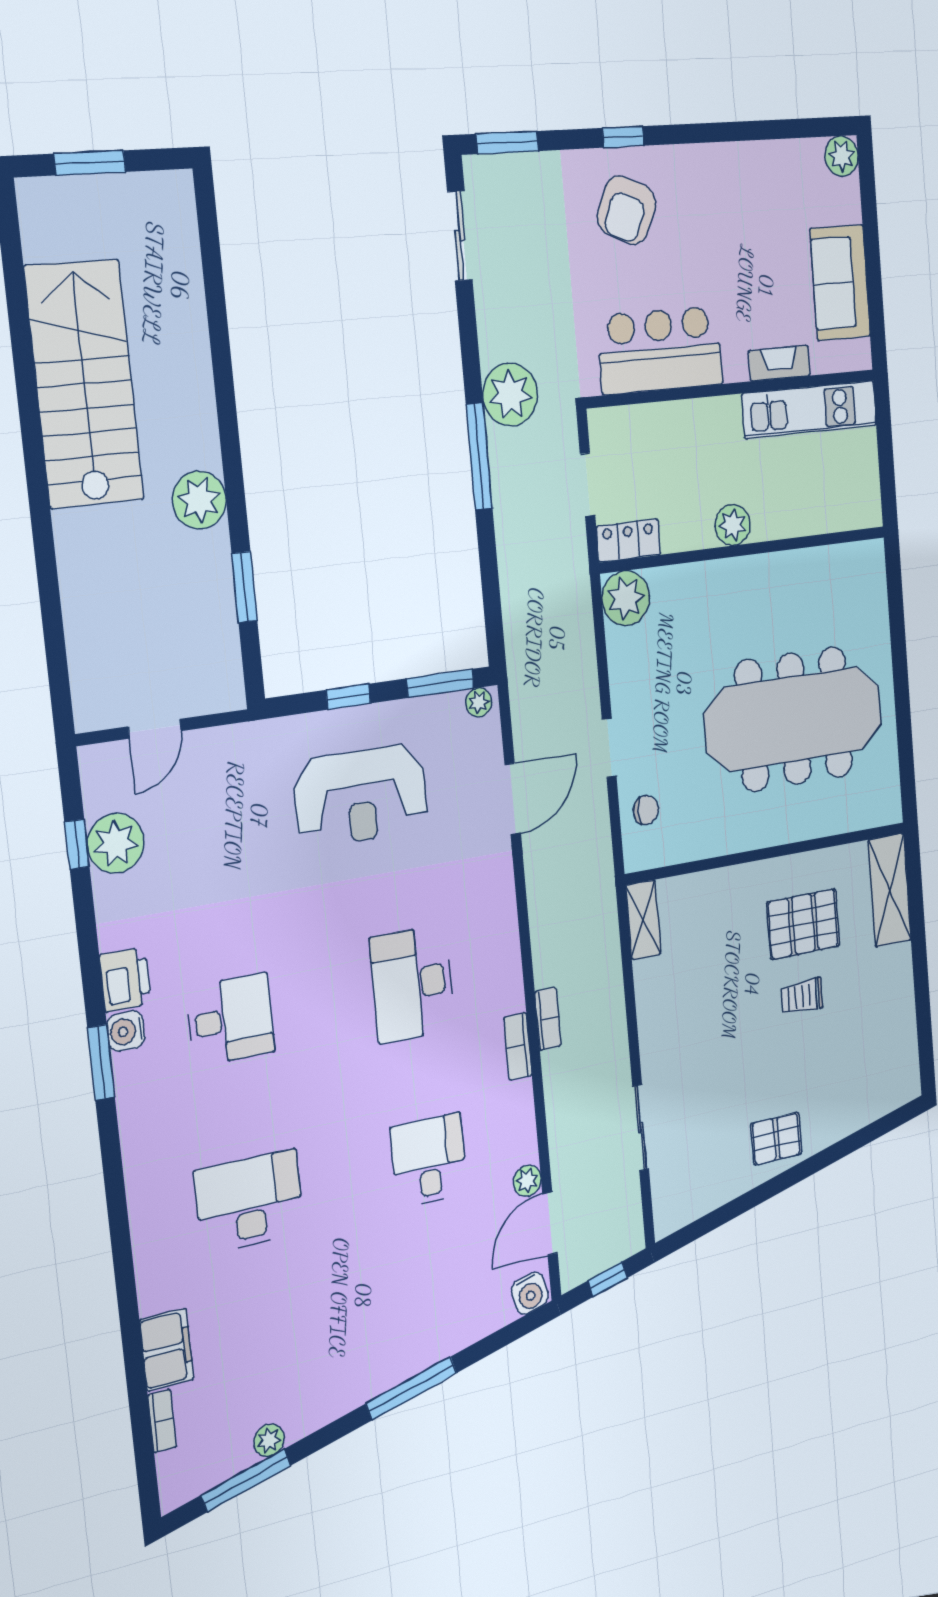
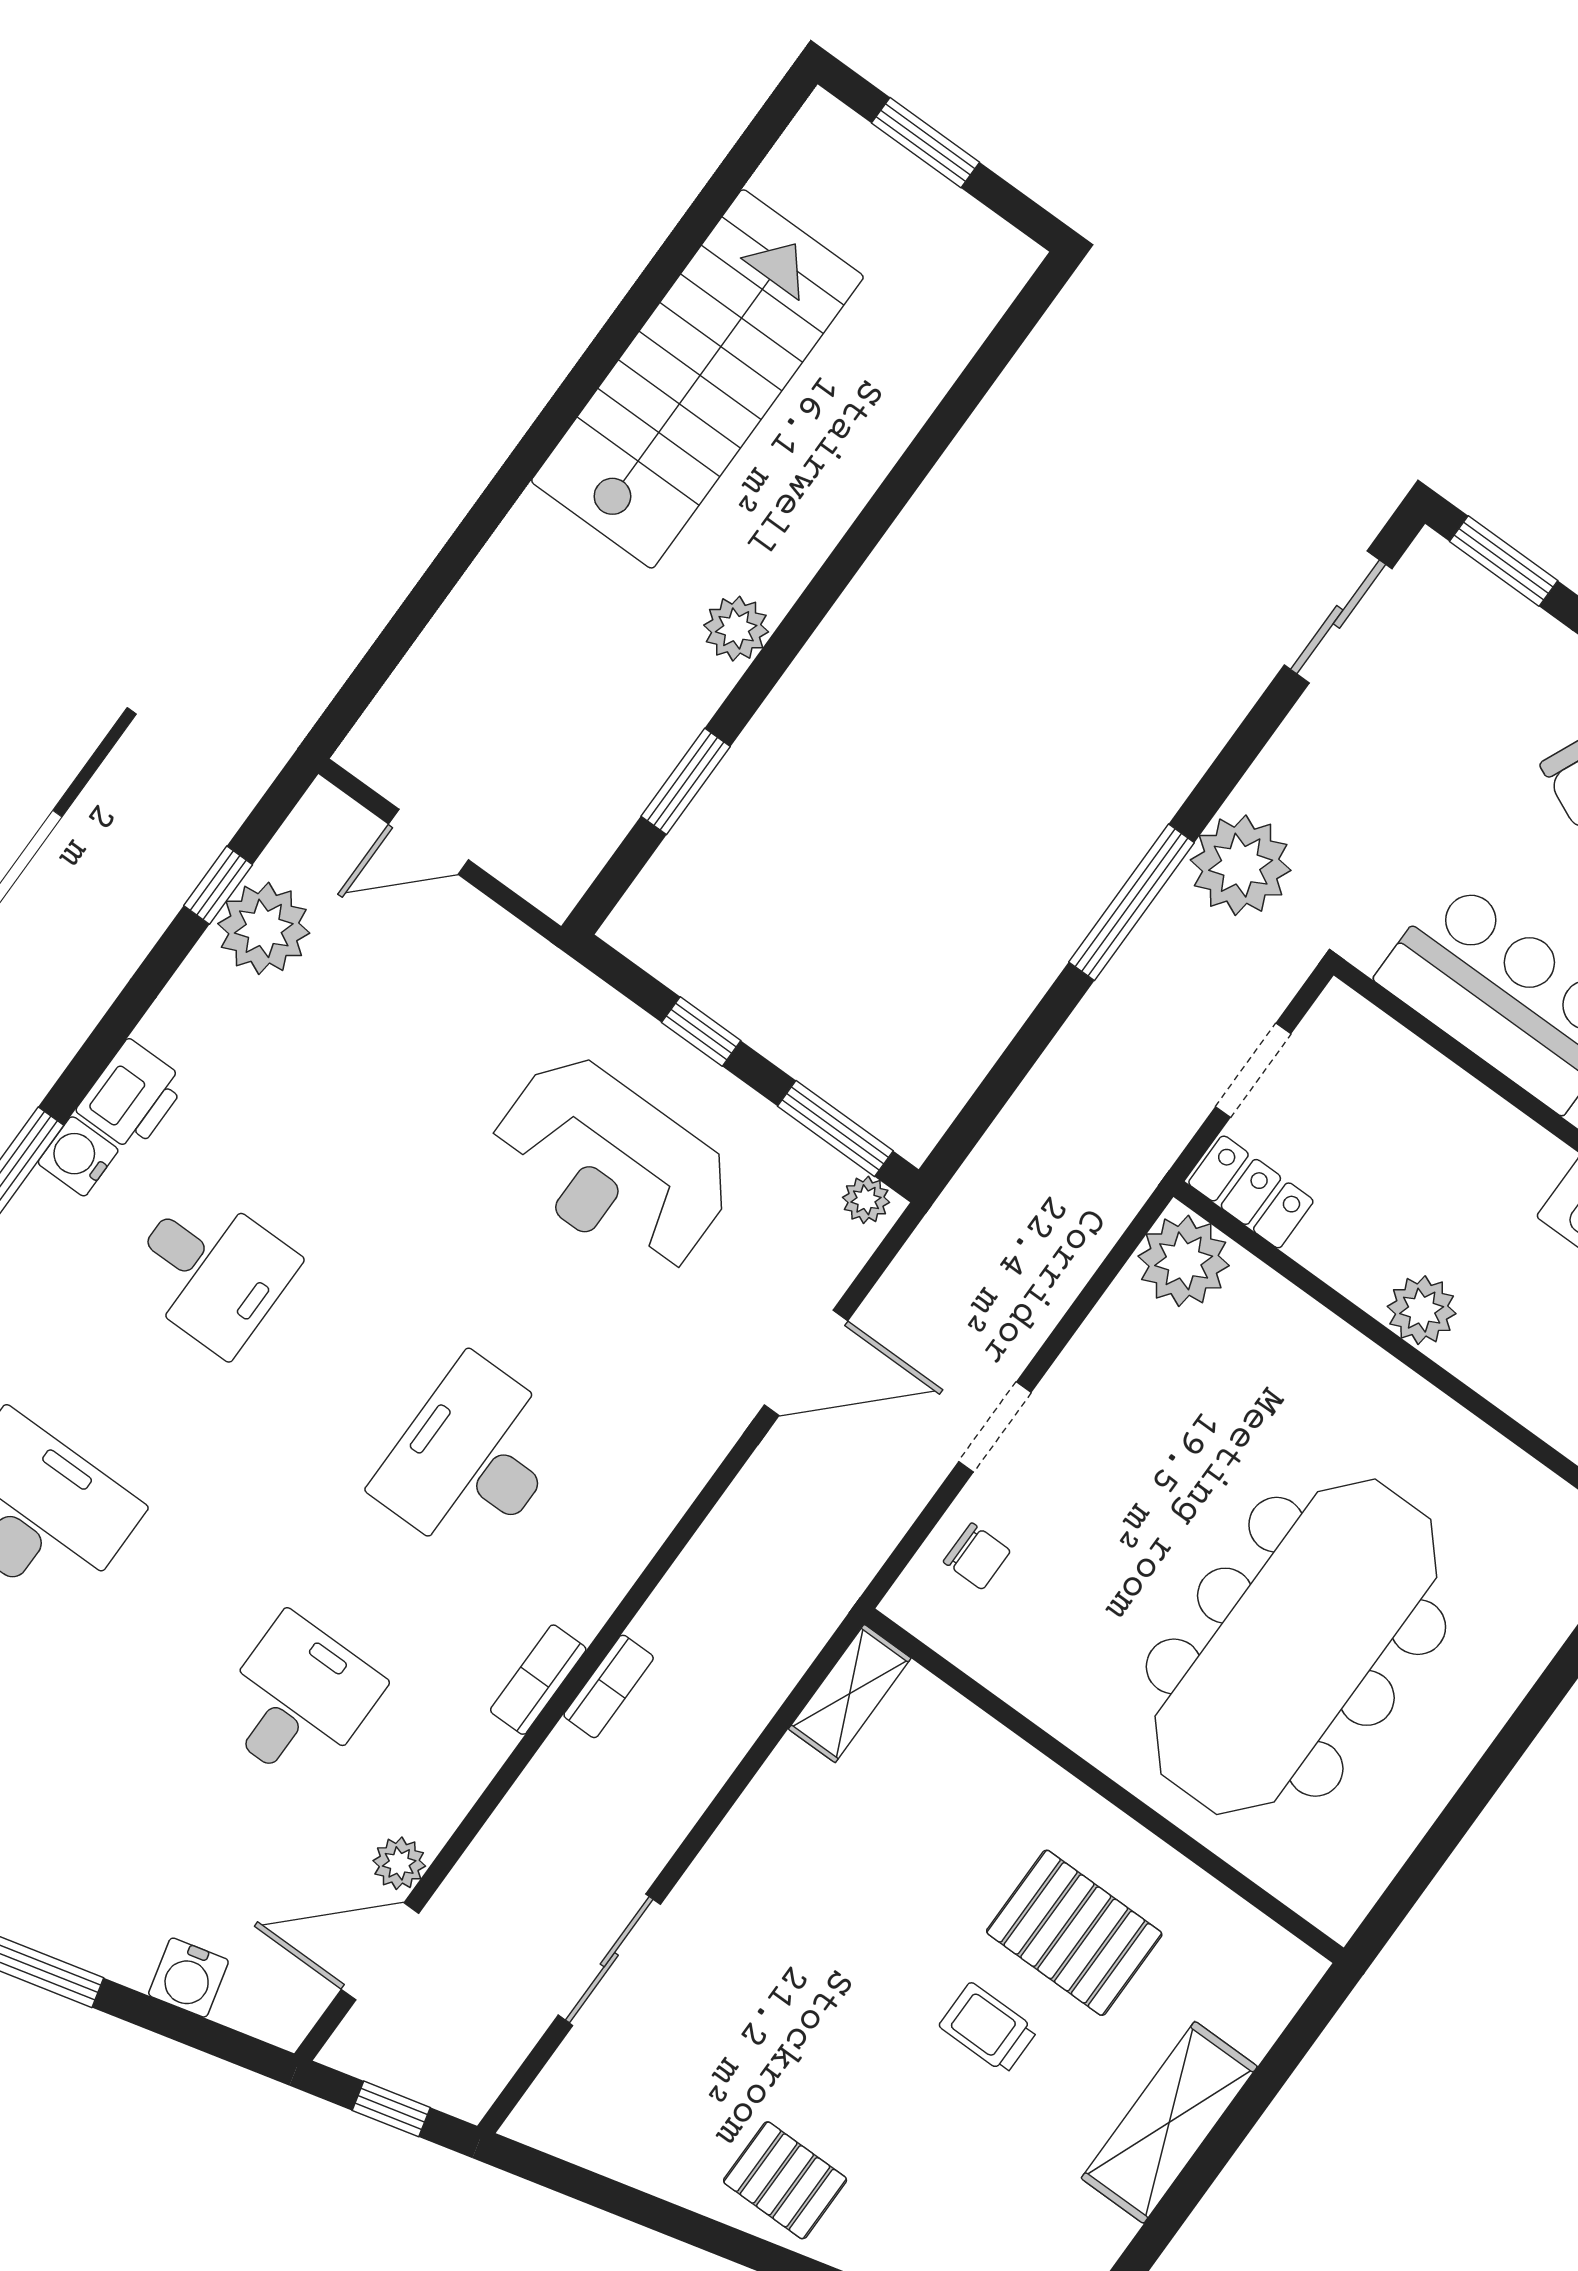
plant: (199, 500) -> (736, 629), width x0.73, depth x0.73
meeting table: (794, 719) -> (1296, 1647), turned 90
shelving: (890, 890) -> (1169, 2122), moved
water cooler: (530, 1293) -> (188, 1978), moved

